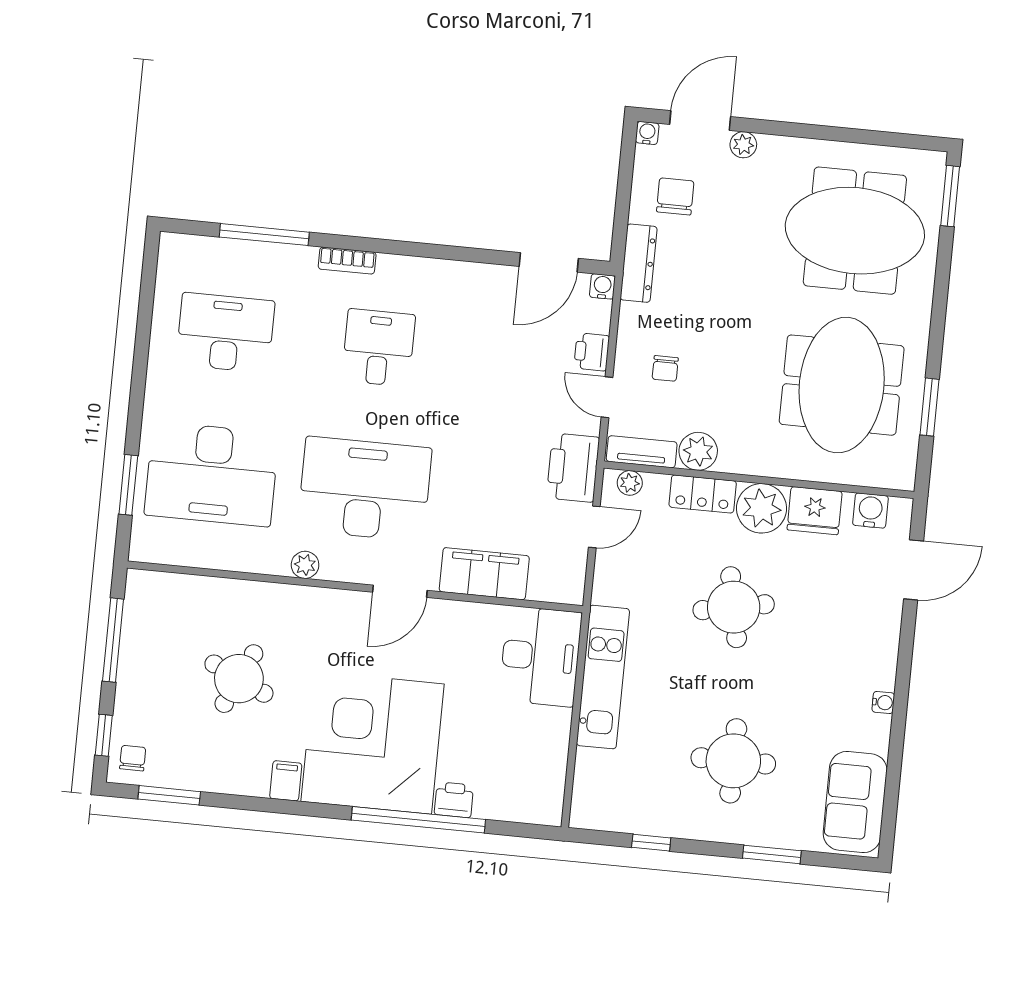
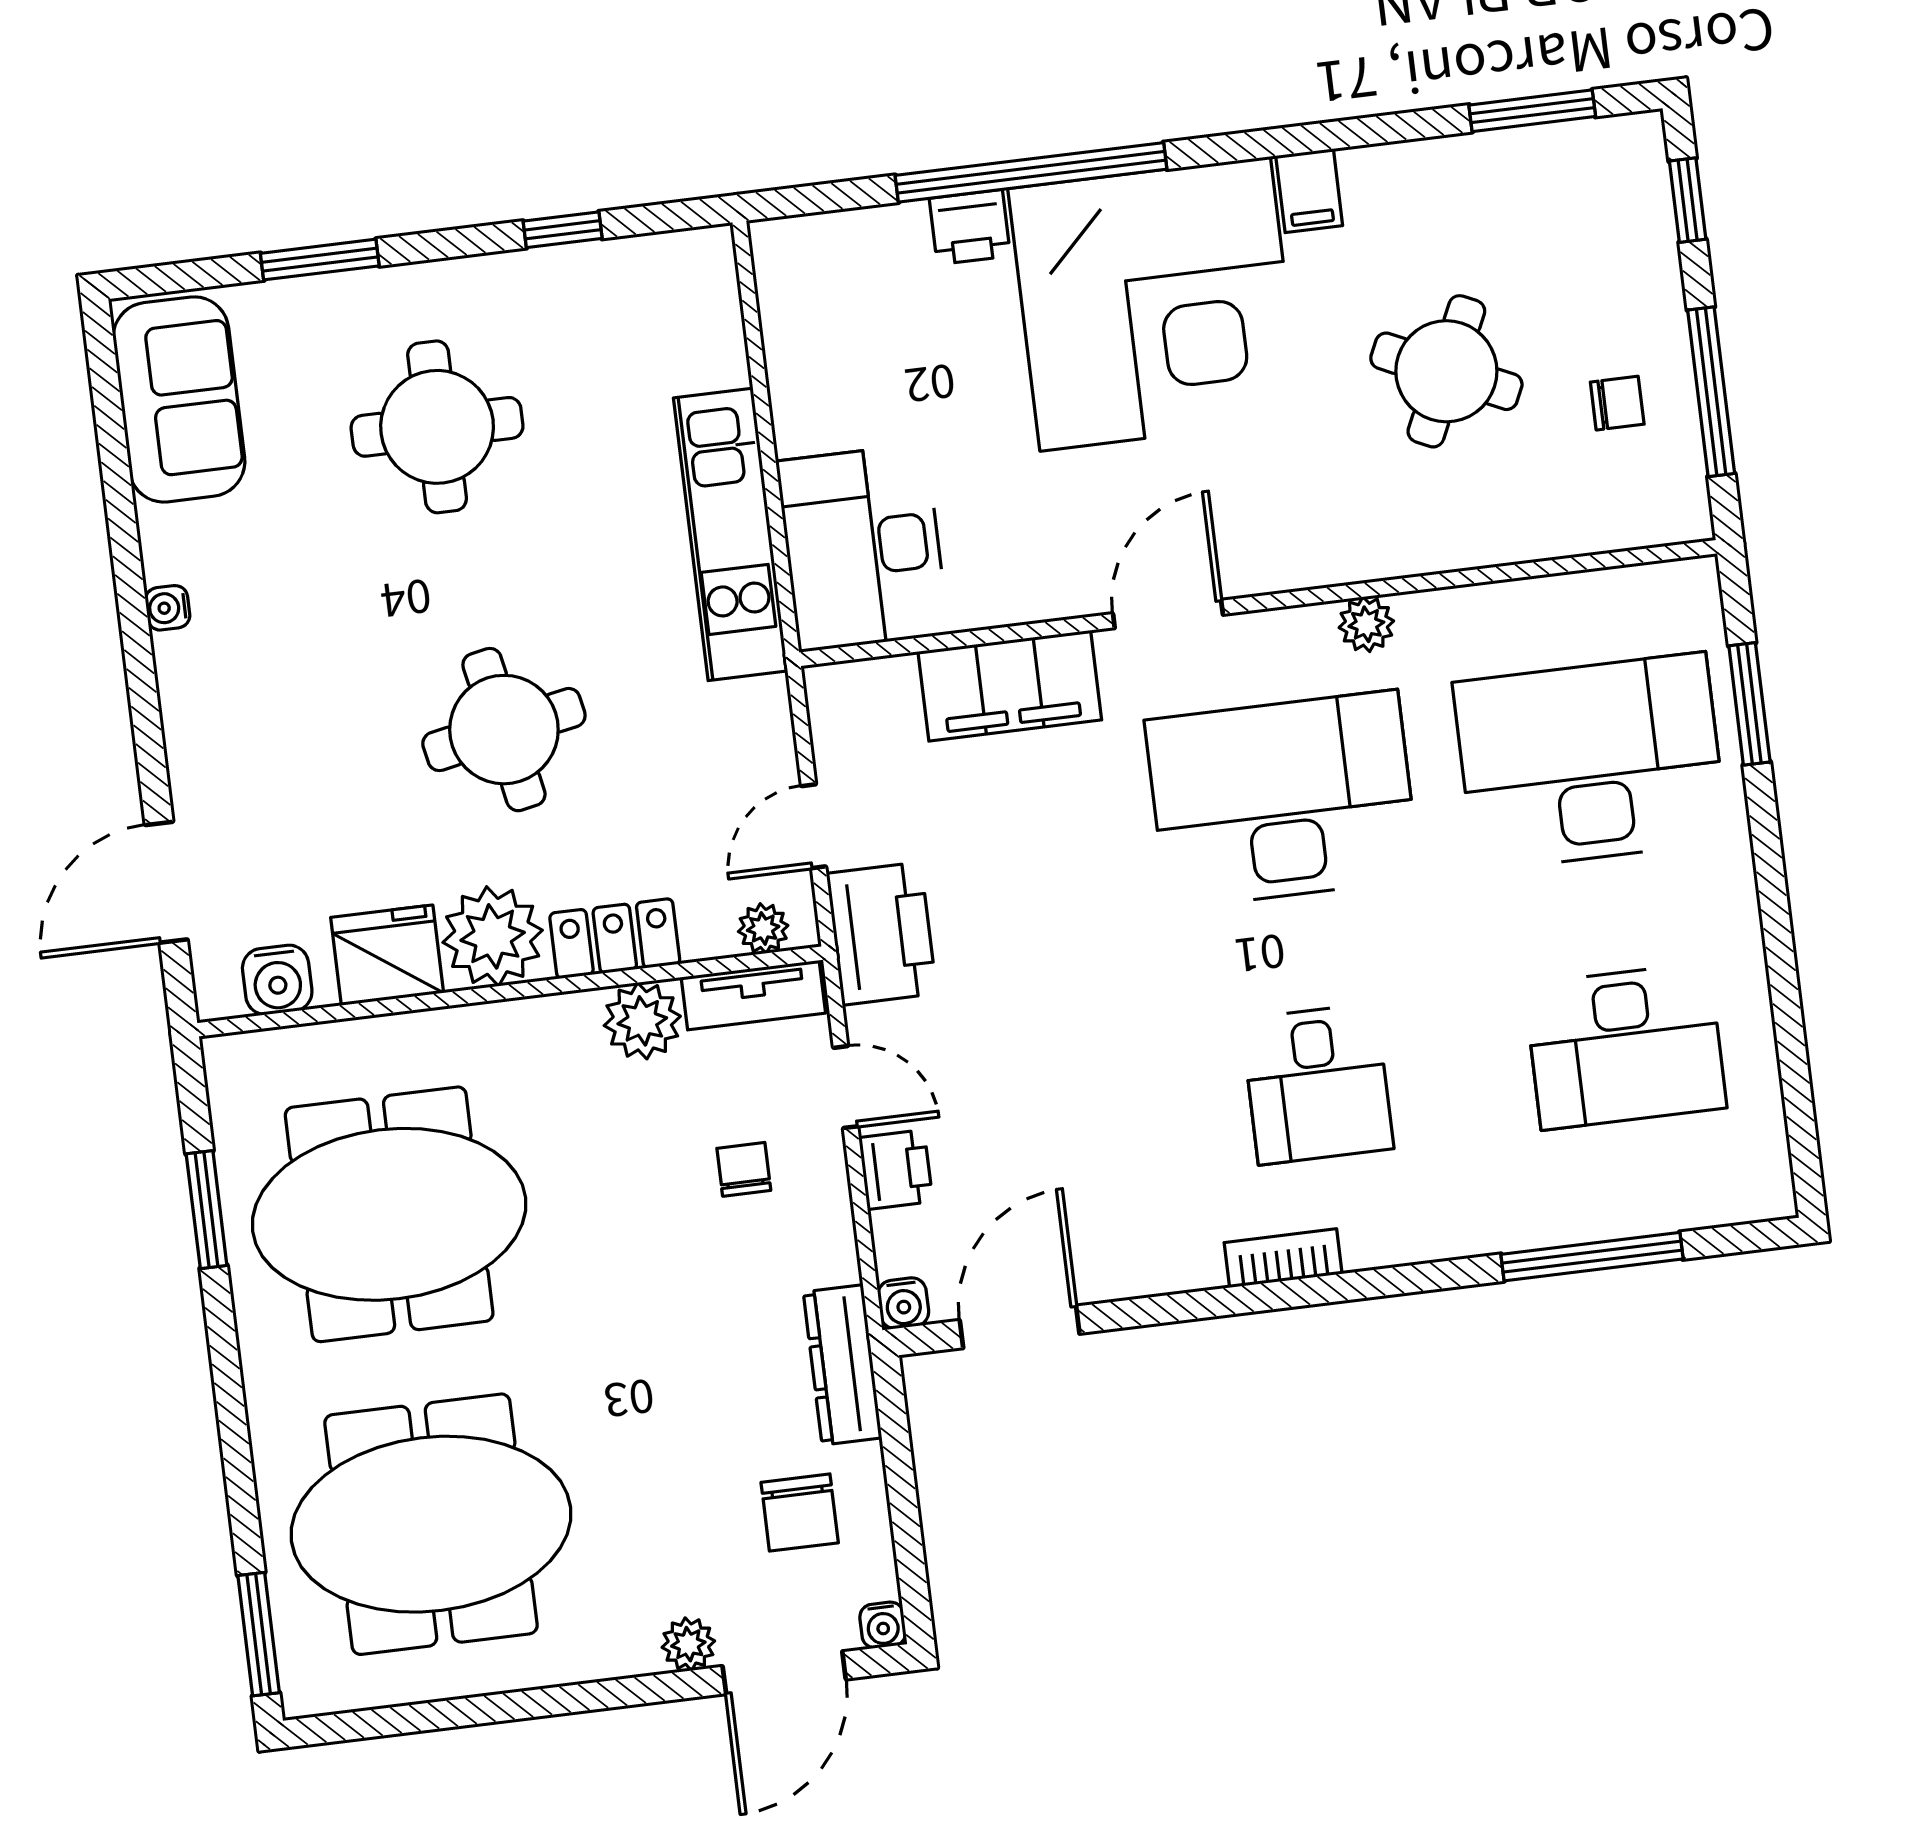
bookcase: (347, 261) -> (1283, 1258), moved
meeting table: (842, 385) -> (389, 1214), turned 90
desk: (365, 489) -> (1282, 800), turned 180
chair: (133, 758) -> (1617, 403), moved, turned -90

